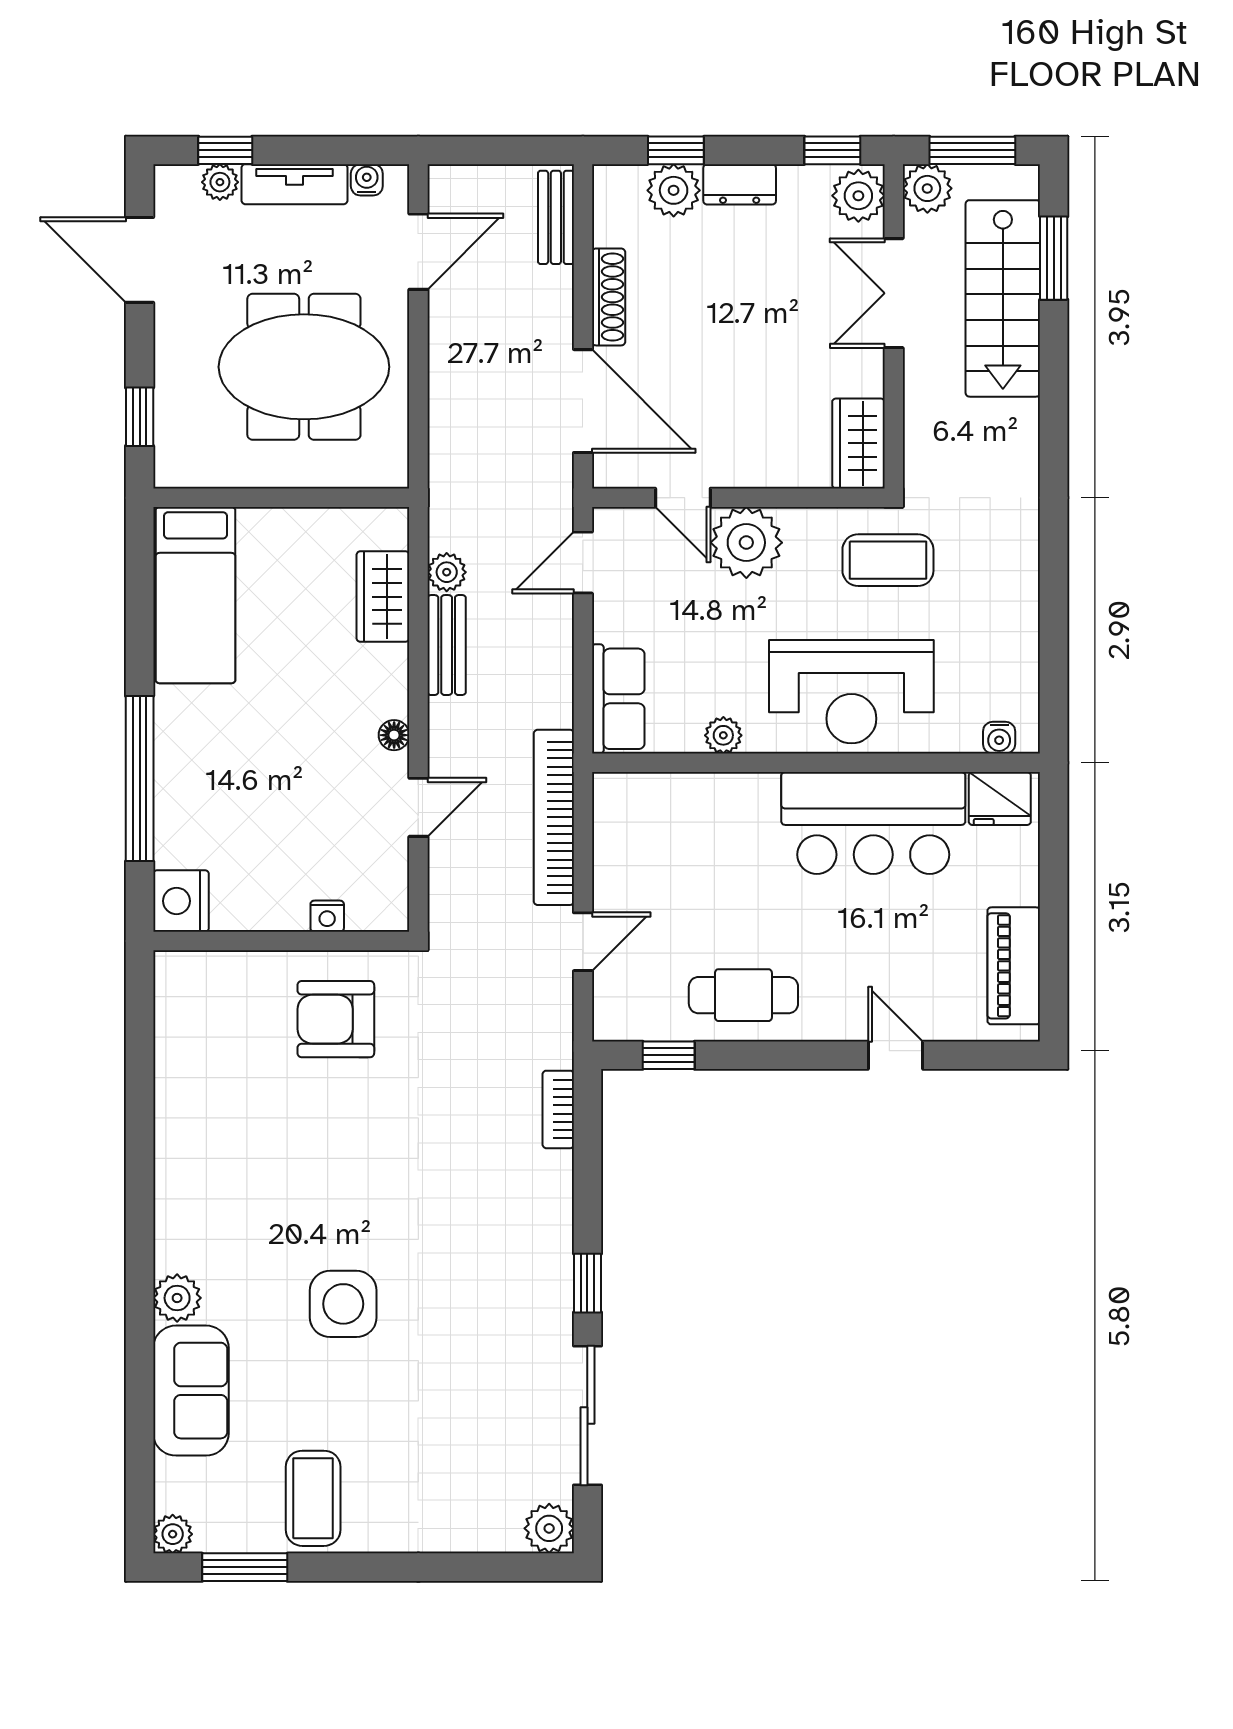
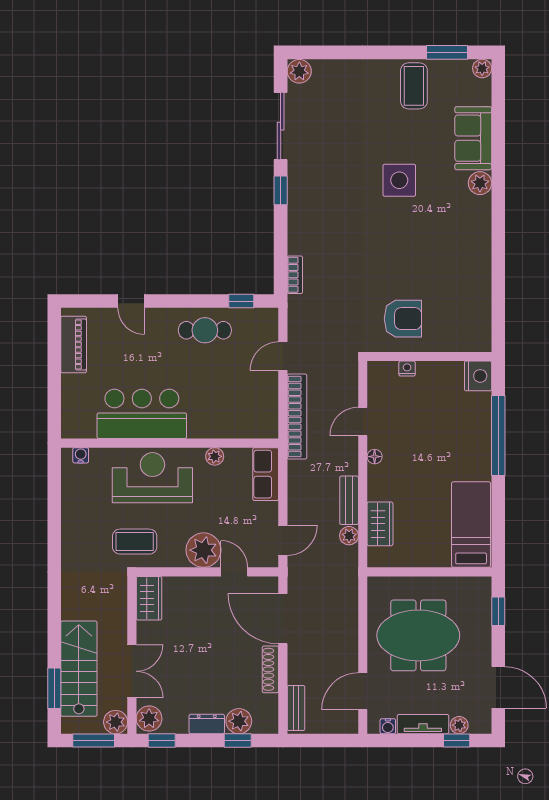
fridge: (1000, 799) -> (80, 426), removed

